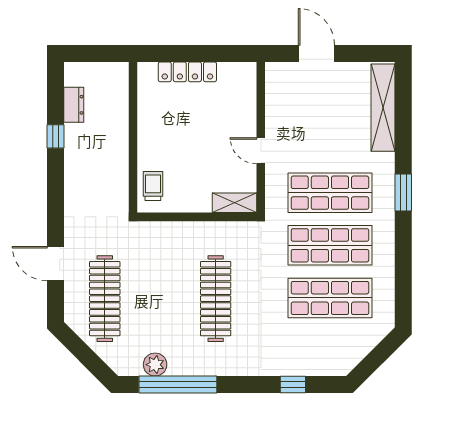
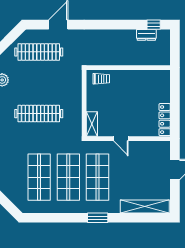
locker: (187, 72) -> (165, 120), moved
window: (55, 136) -> (154, 25), moved
door: (261, 151) -> (121, 139), swing flipped

